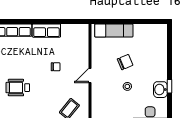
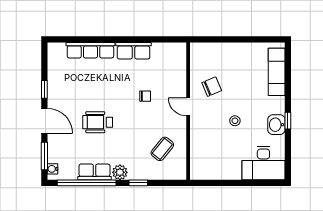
exam couch: (114, 31) -> (277, 72), moved, turned 90
chair: (125, 62) -> (212, 87), moved
door: (90, 75) -> (188, 107), hinge flipped

